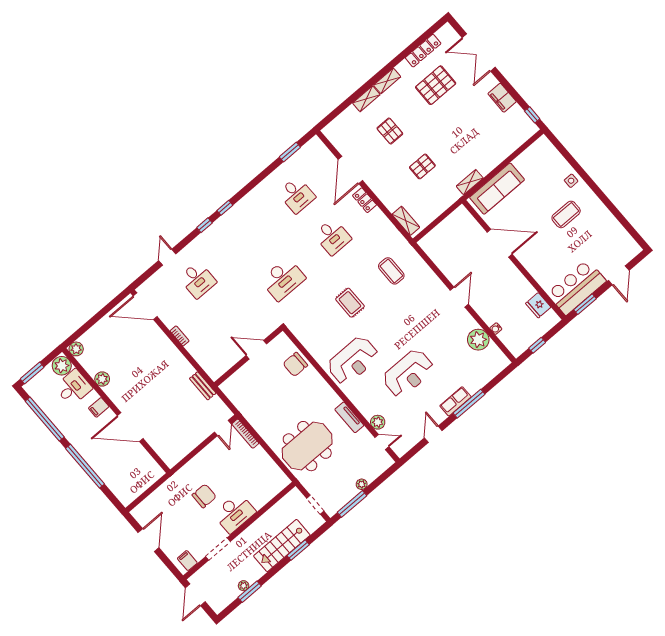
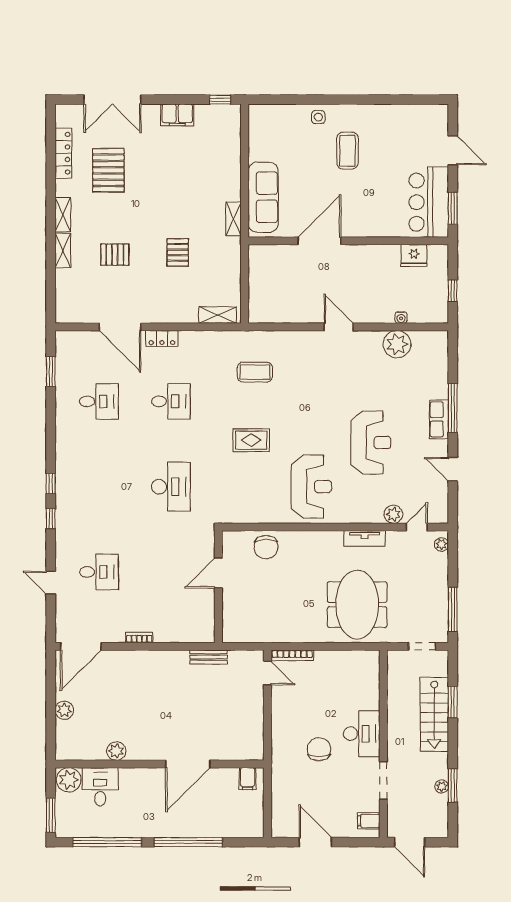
plant: (76, 349) -> (64, 710), moved
filing cabinet: (99, 407) -> (248, 779), moved
plant: (362, 484) -> (441, 544), moved

